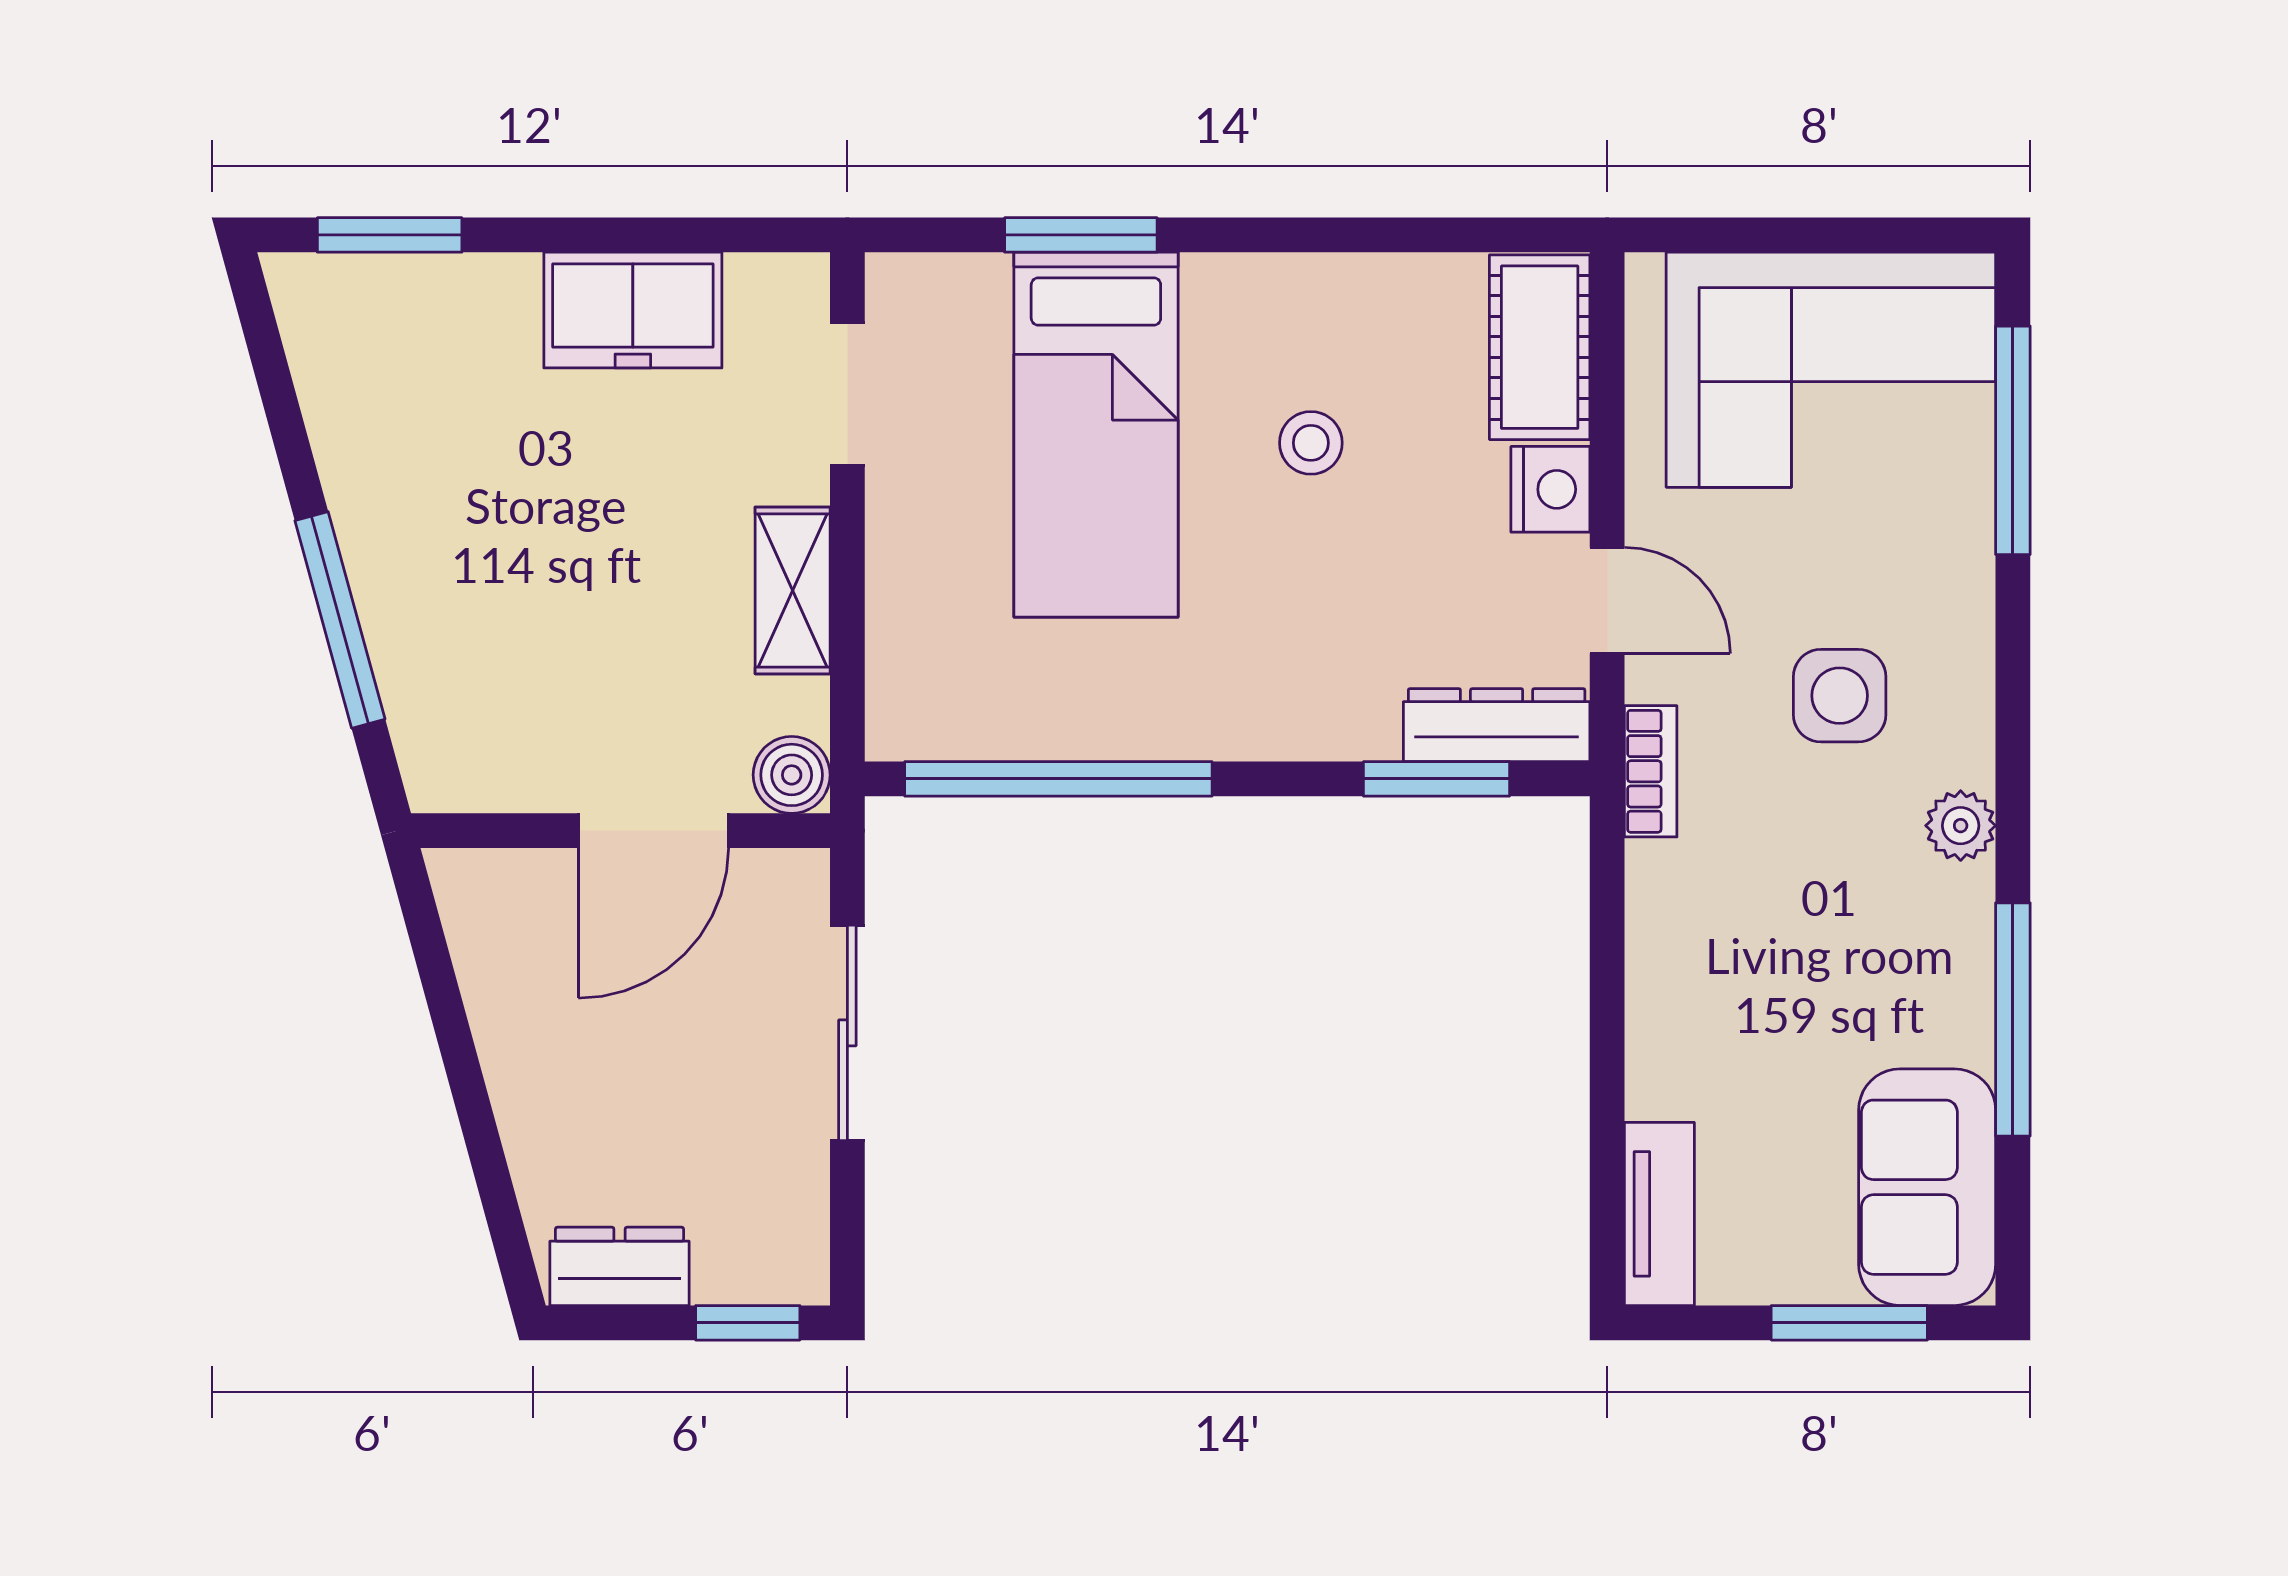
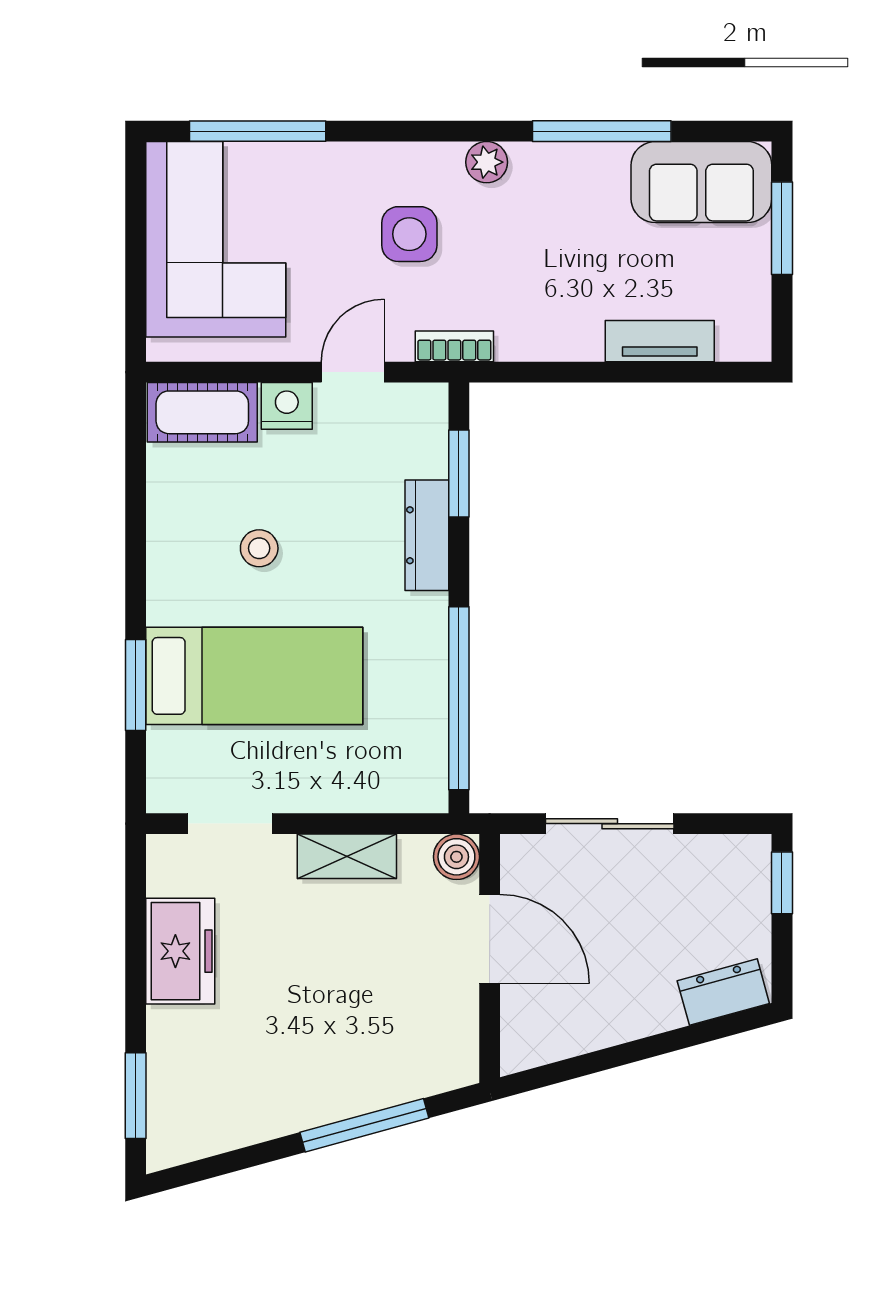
dresser: (1497, 725) -> (427, 535), moved
tv unit: (1659, 1214) -> (660, 341), moved
dresser: (620, 1266) -> (723, 992), moved, turned 75

